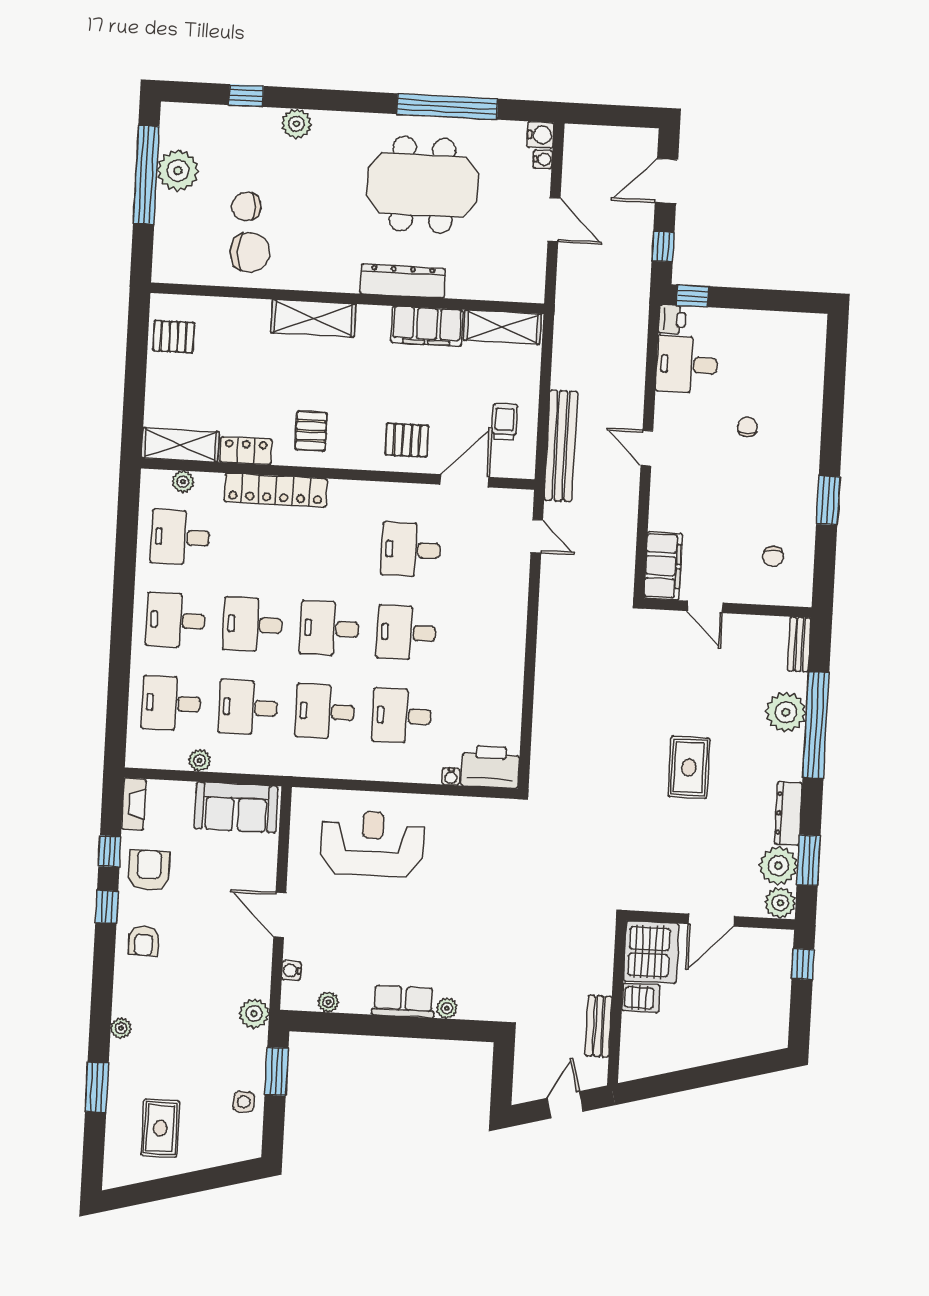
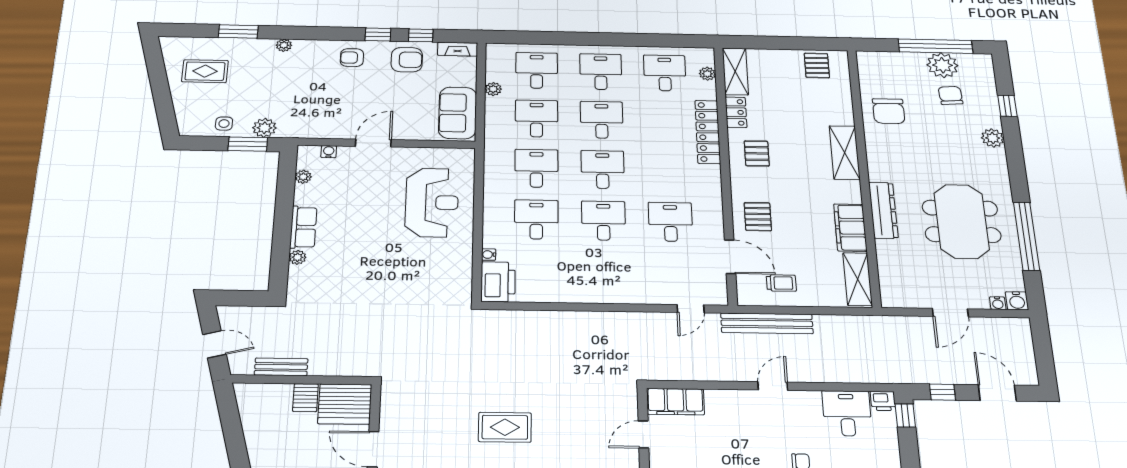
chair: (246, 206) -> (951, 95), moved
pallet: (311, 431) -> (757, 153), turned 90
plant: (254, 1014) -> (264, 128), moved

